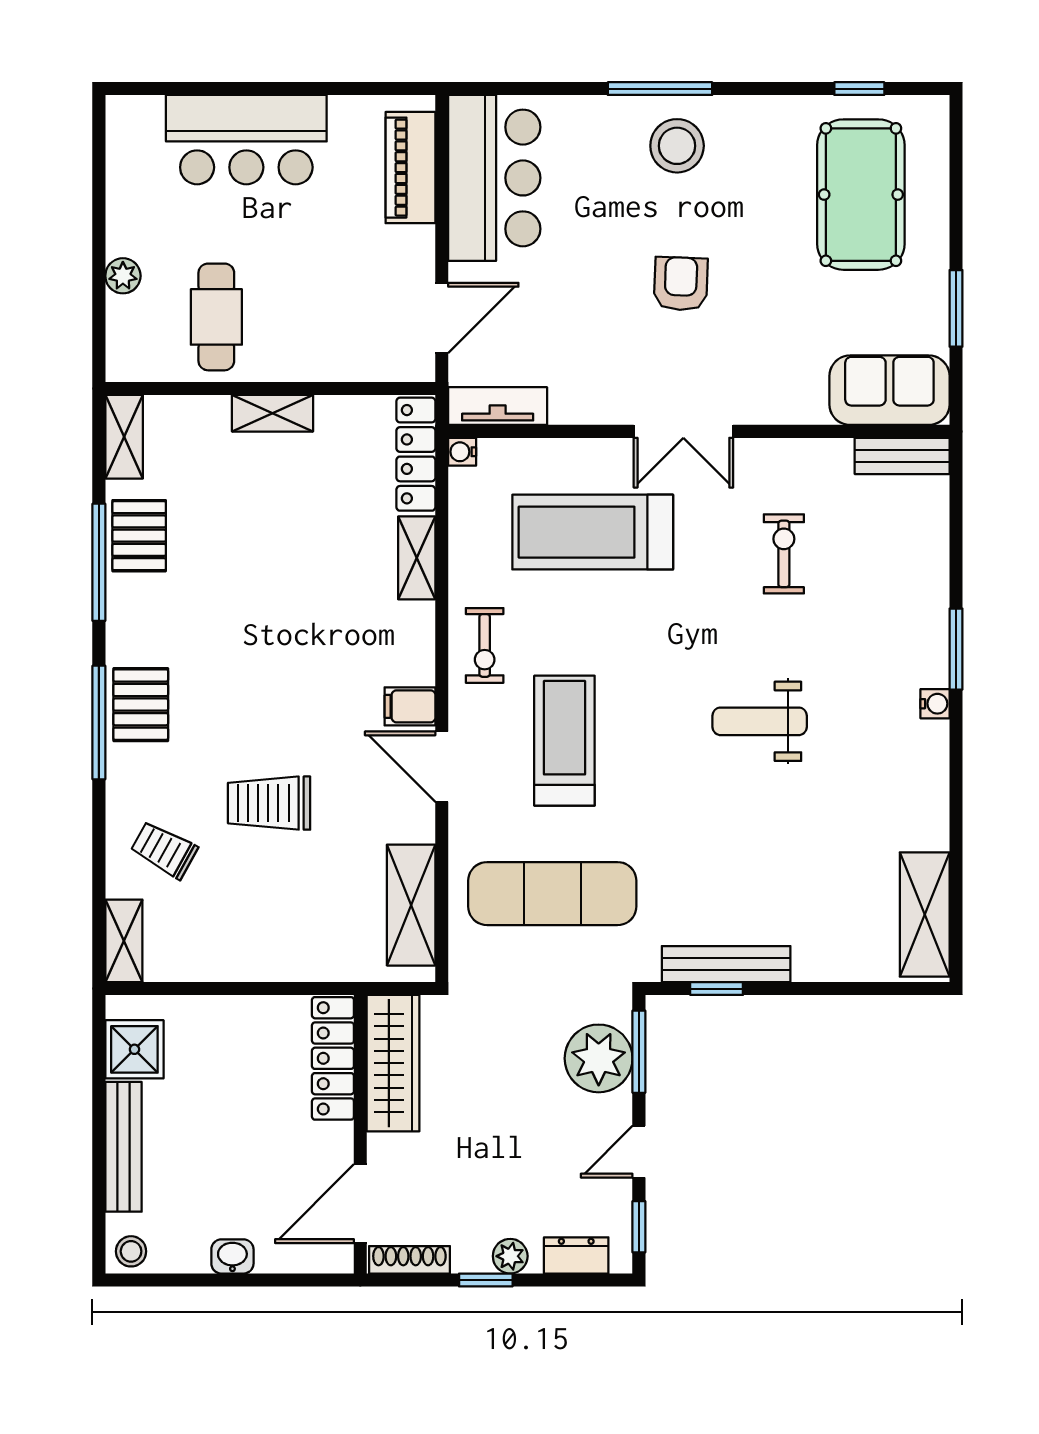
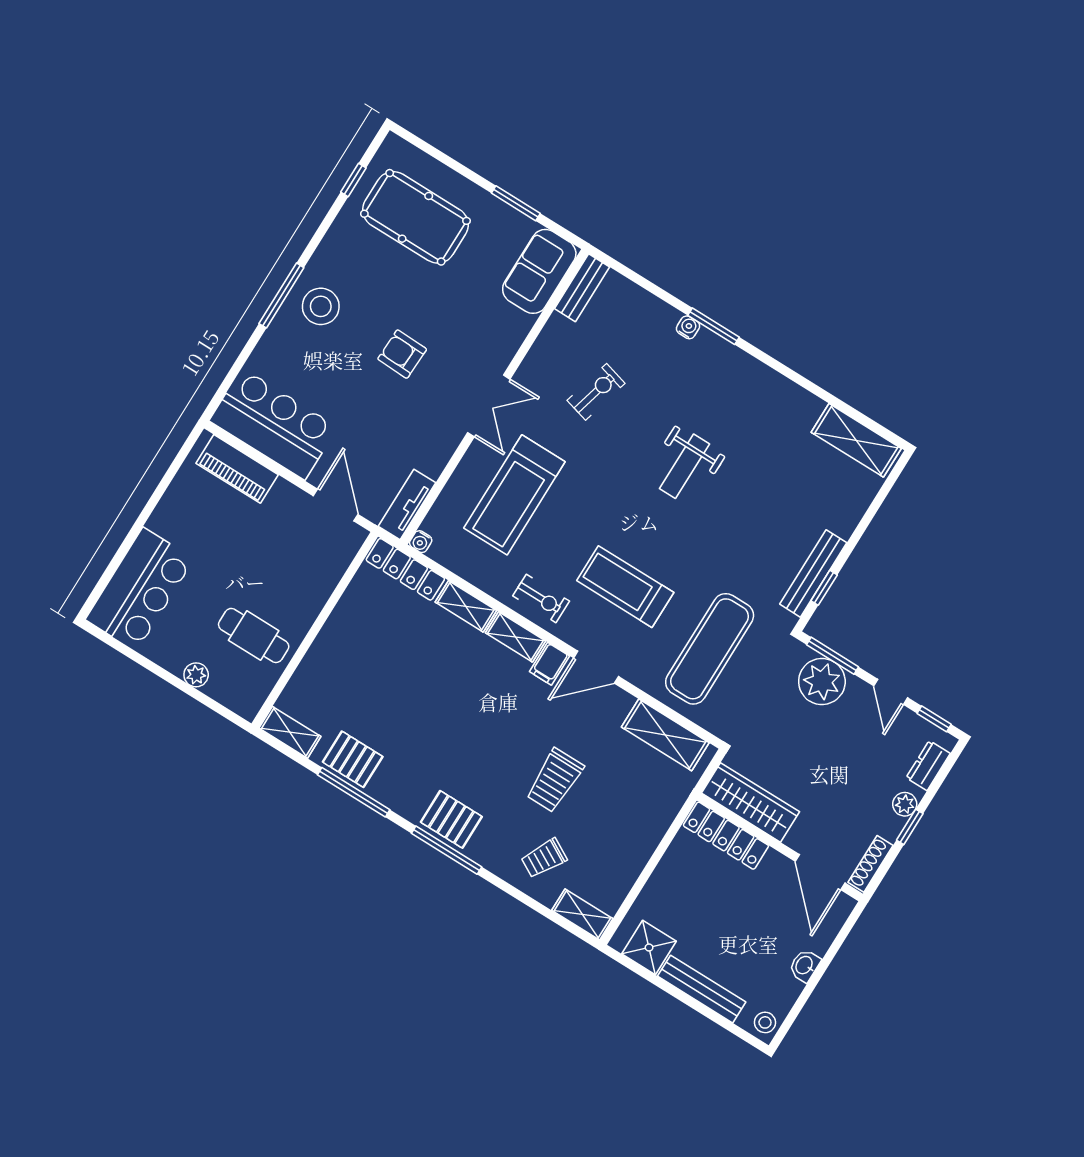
bar counter: (246, 140) -> (140, 589), moved
shelving: (273, 413) -> (516, 637), moved, turned 90
exercise bike: (784, 554) -> (596, 392), turned 105
water cooler: (935, 704) -> (688, 327), moved

